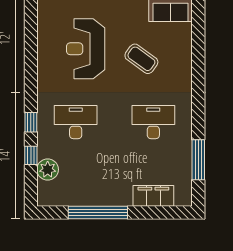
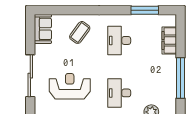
reception desk: (86, 49) -> (70, 86), turned 180
coffee table: (141, 59) -> (80, 32), moved

